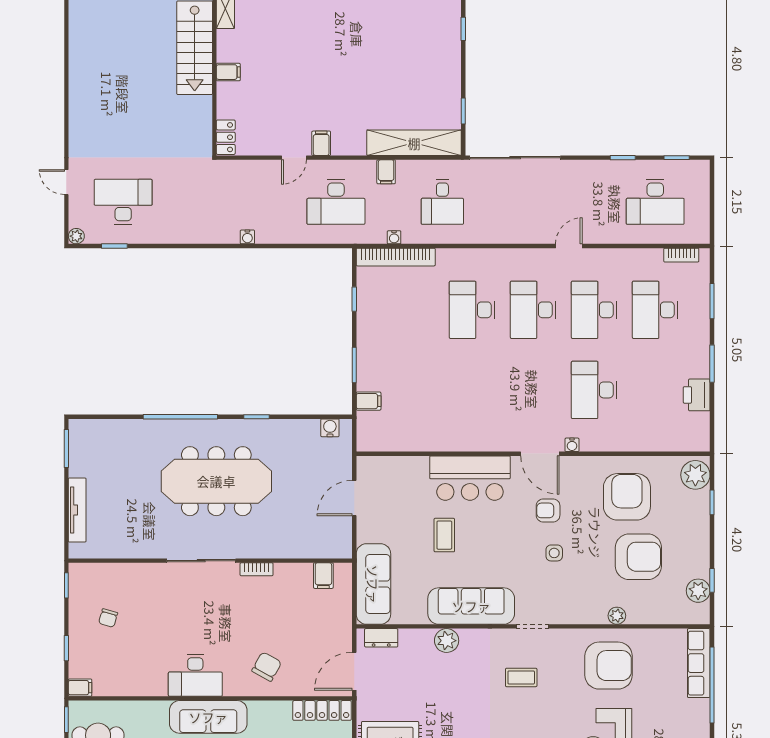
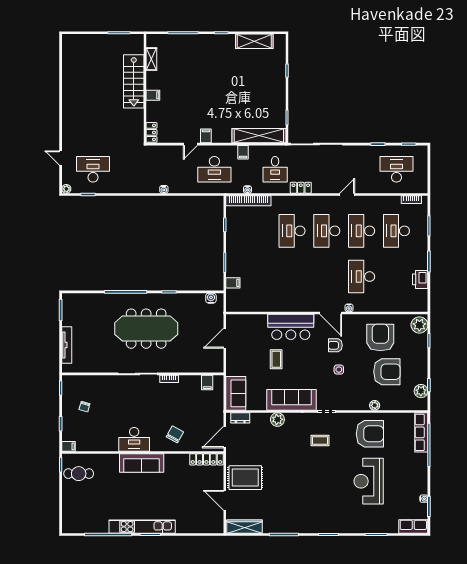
desk: (655, 202) -> (396, 169), turned 180
locker: (487, 234) -> (301, 188), added
sofa: (373, 584) -> (236, 393), width x0.73

